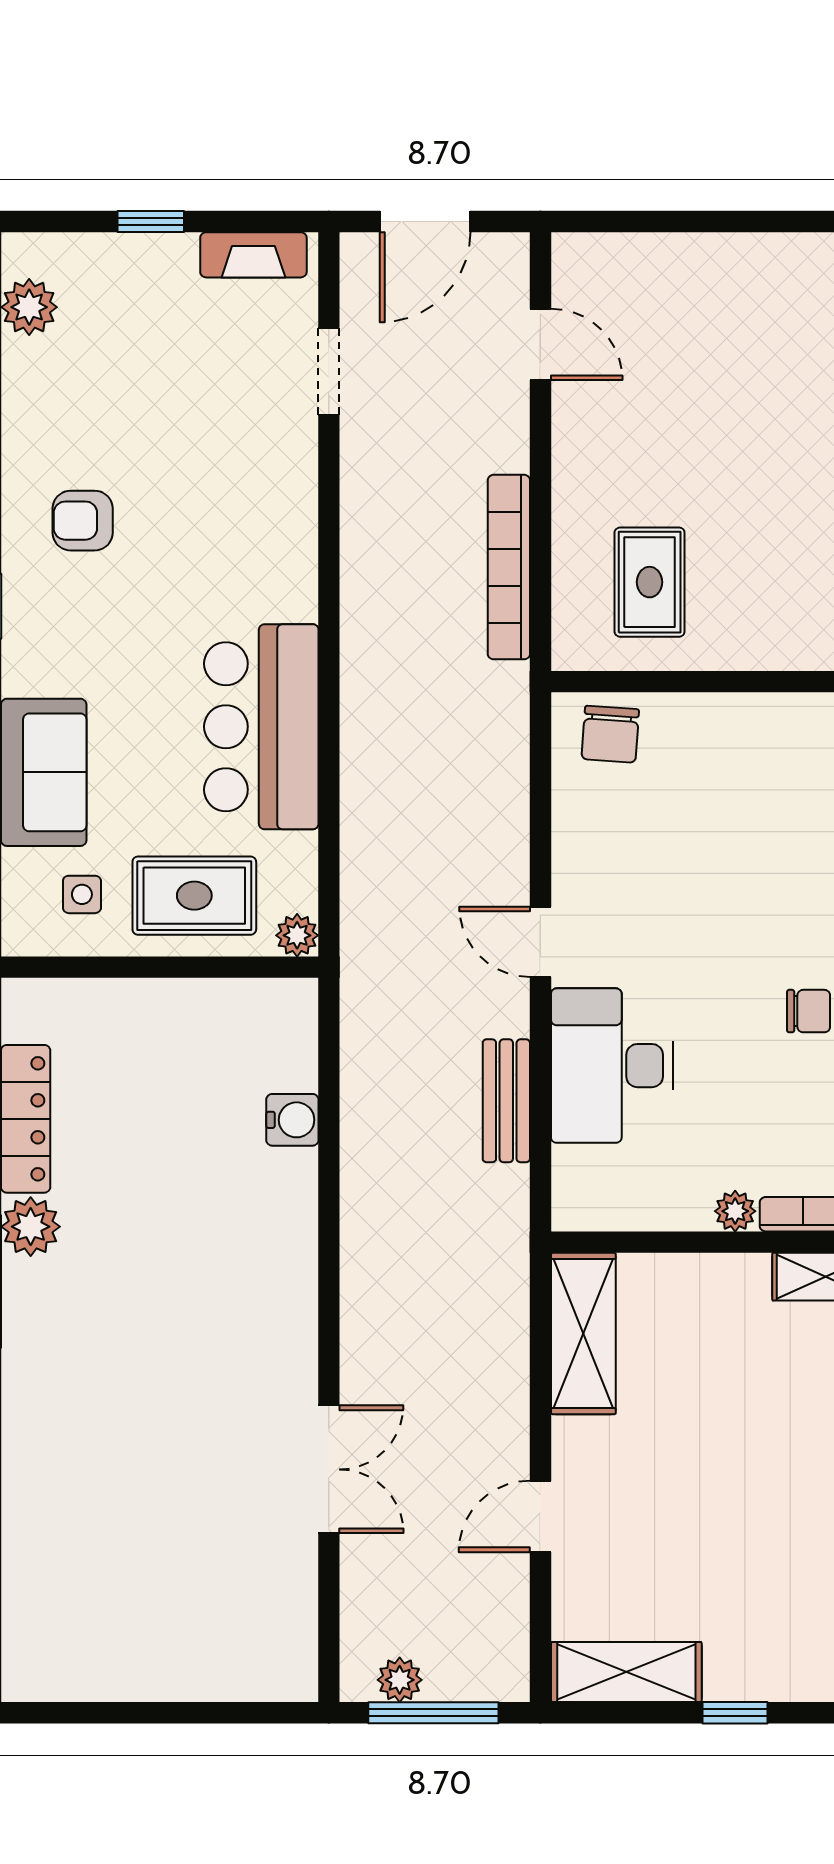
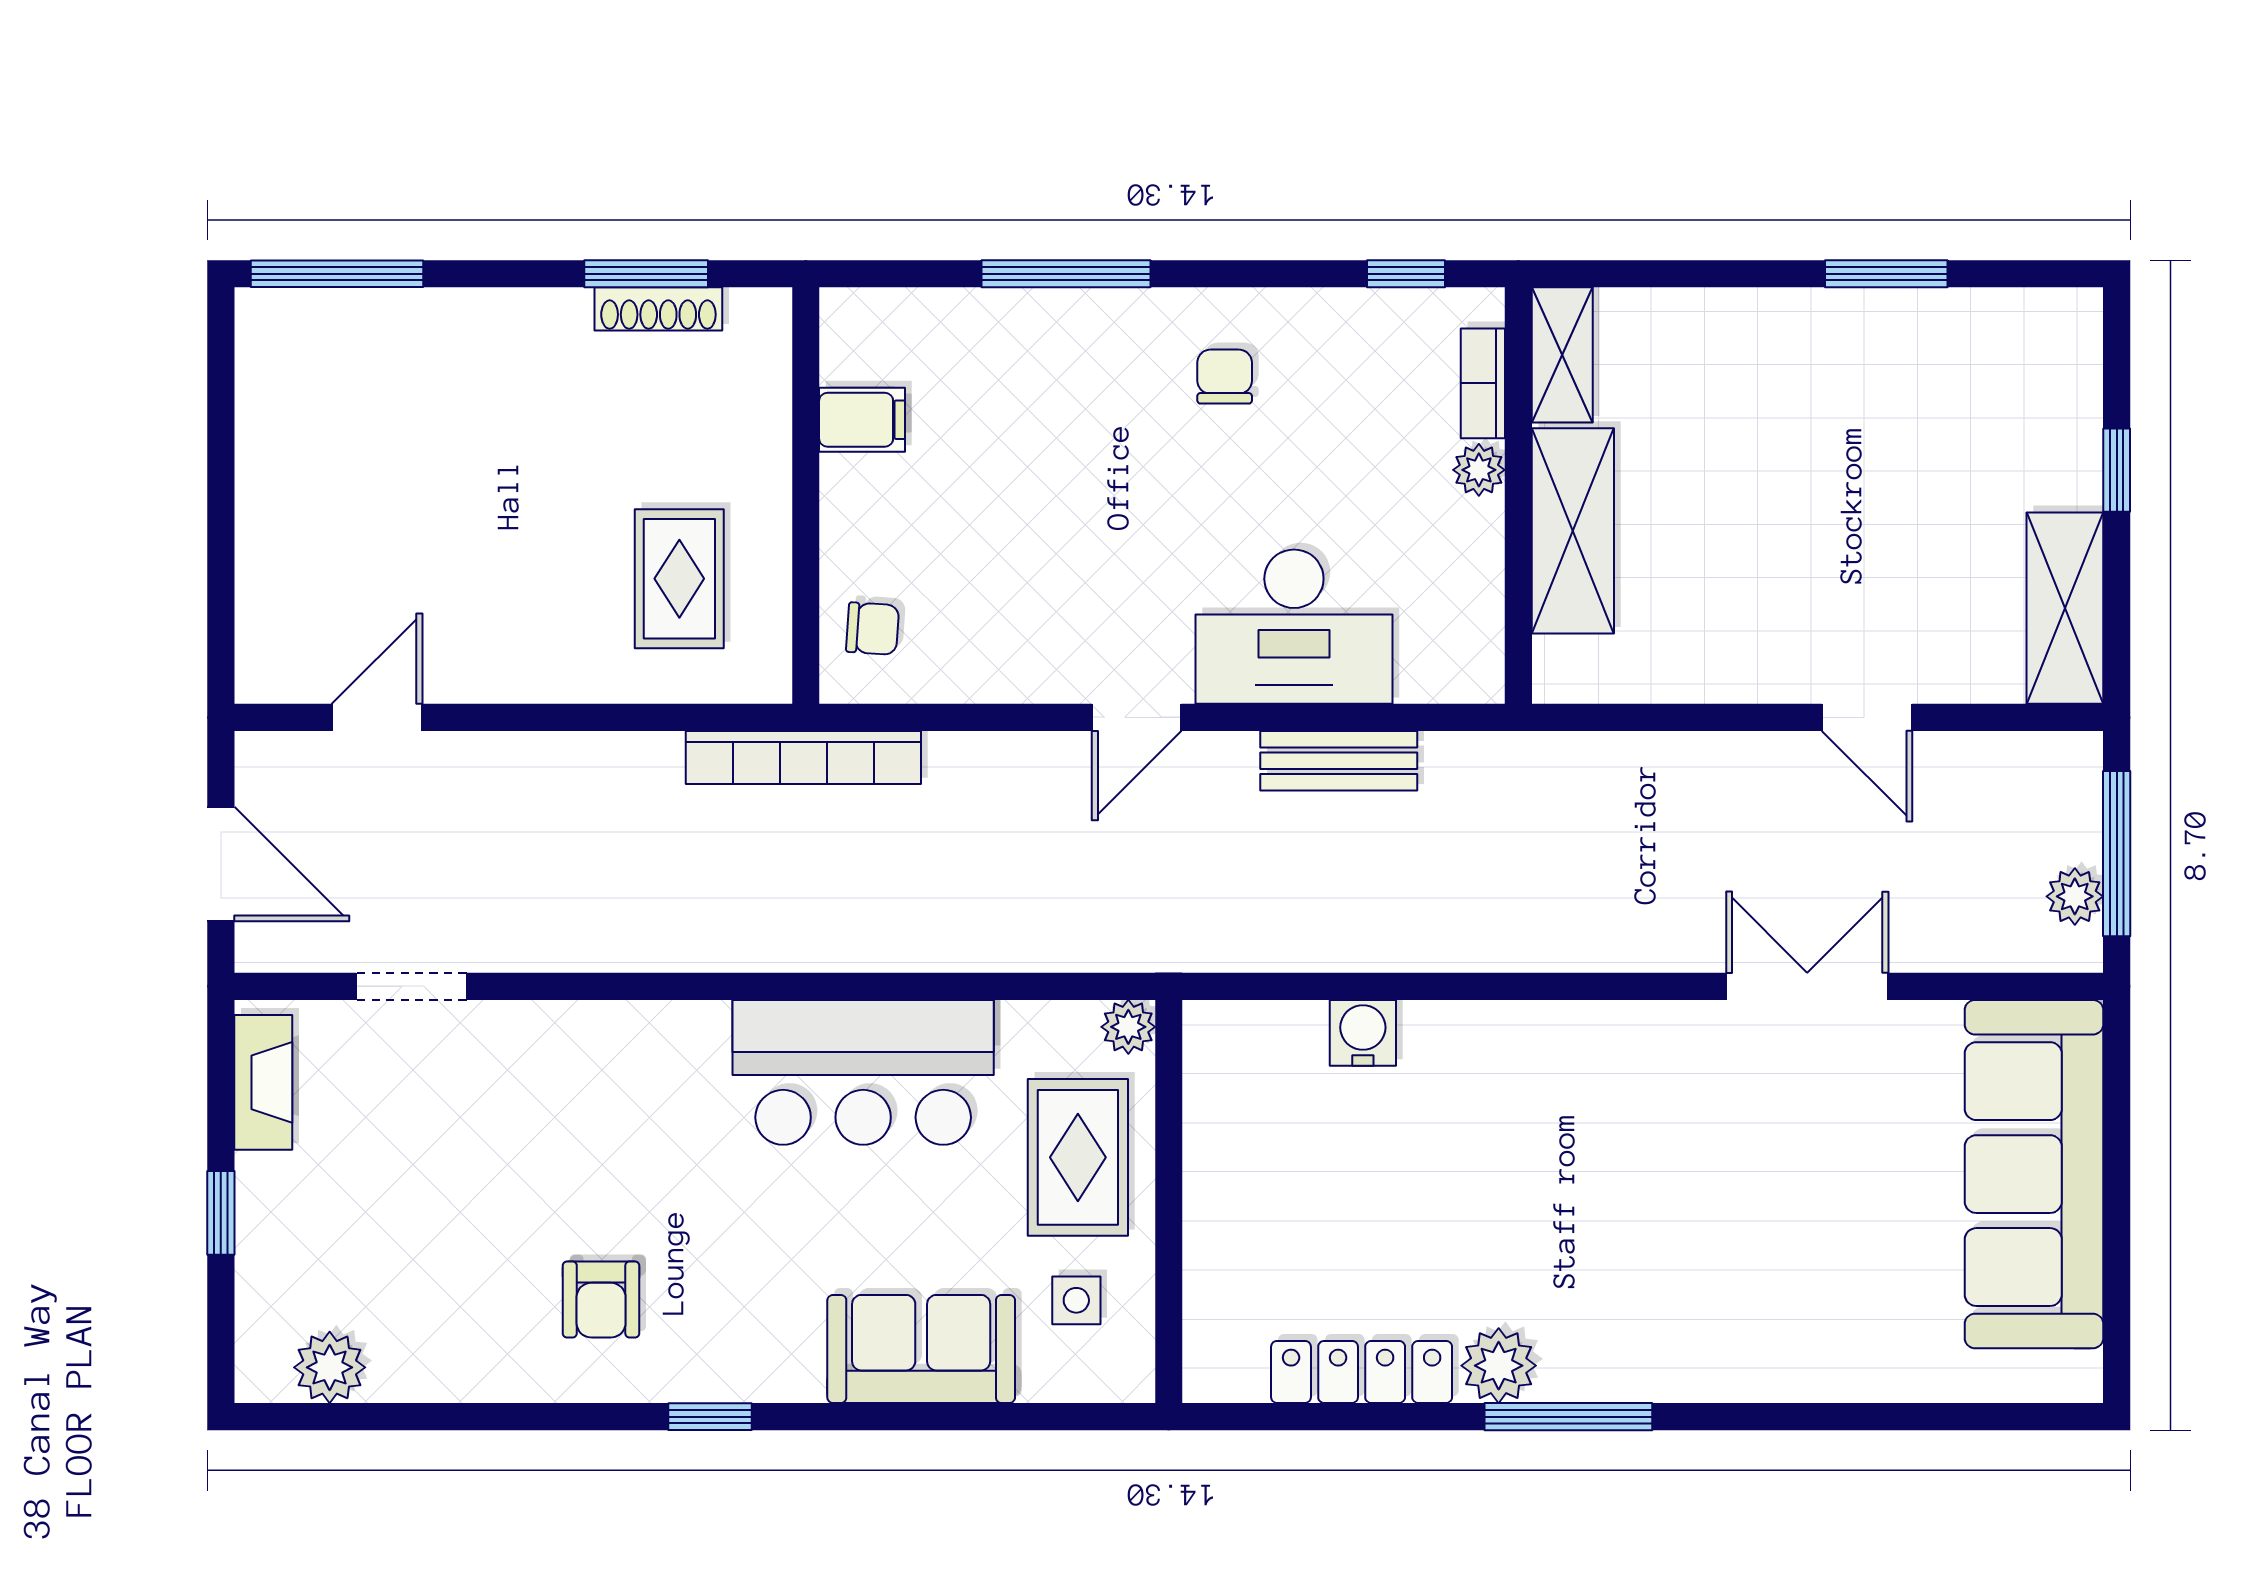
bookcase: (509, 567) -> (803, 758), moved
rug: (650, 582) -> (679, 579), turned 90
filing cabinet: (775, 726) -> (862, 420), added
chair: (610, 734) -> (873, 629), width x0.73, depth x0.73
shelving: (583, 1334) -> (1573, 531), moved, turned 90
sofa: (181, 1648) -> (2034, 1174), added

